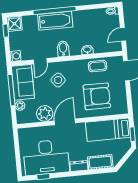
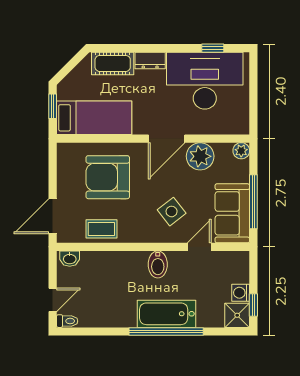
door: (123, 34) -> (53, 300), moved
washbasin: (87, 50) -> (70, 259), moved
washing machine: (15, 56) -> (241, 293), moved
plant: (20, 106) -> (241, 151), moved

